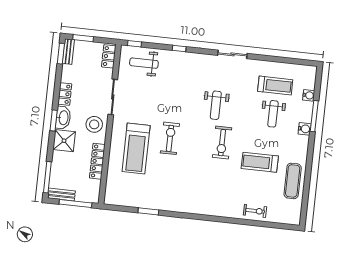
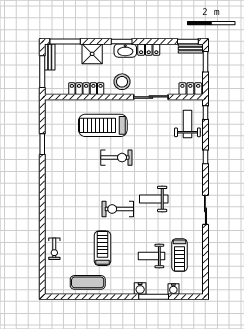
shower: (64, 141) -> (92, 54), moved

